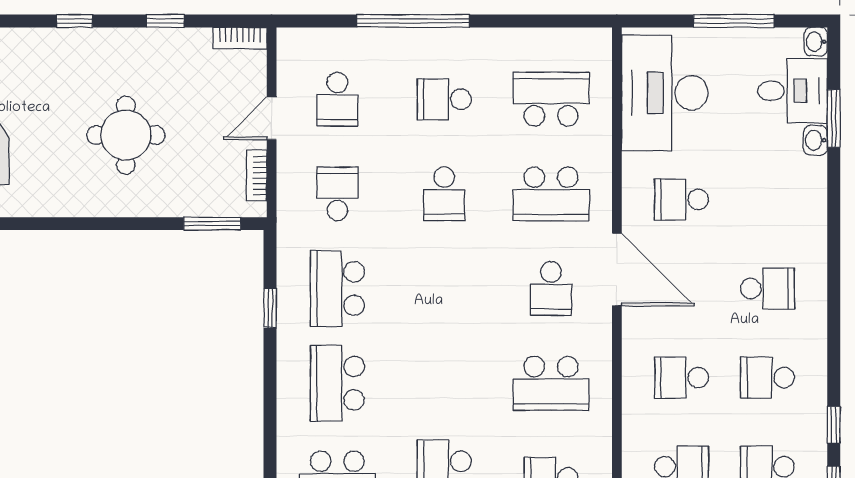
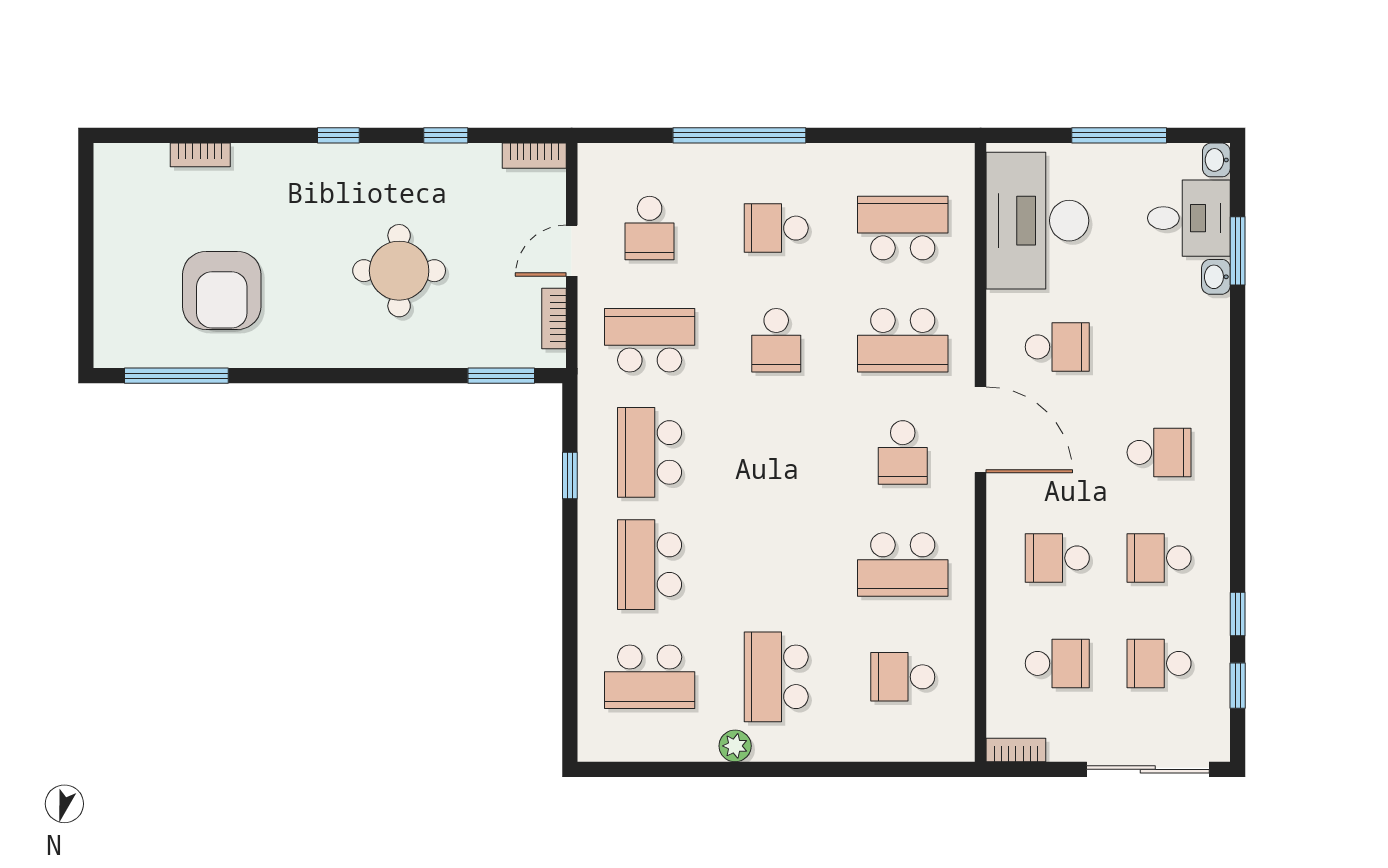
school desk: (337, 194) -> (650, 340), width x1.85
school desk: (681, 200) -> (1057, 347), turned 180

